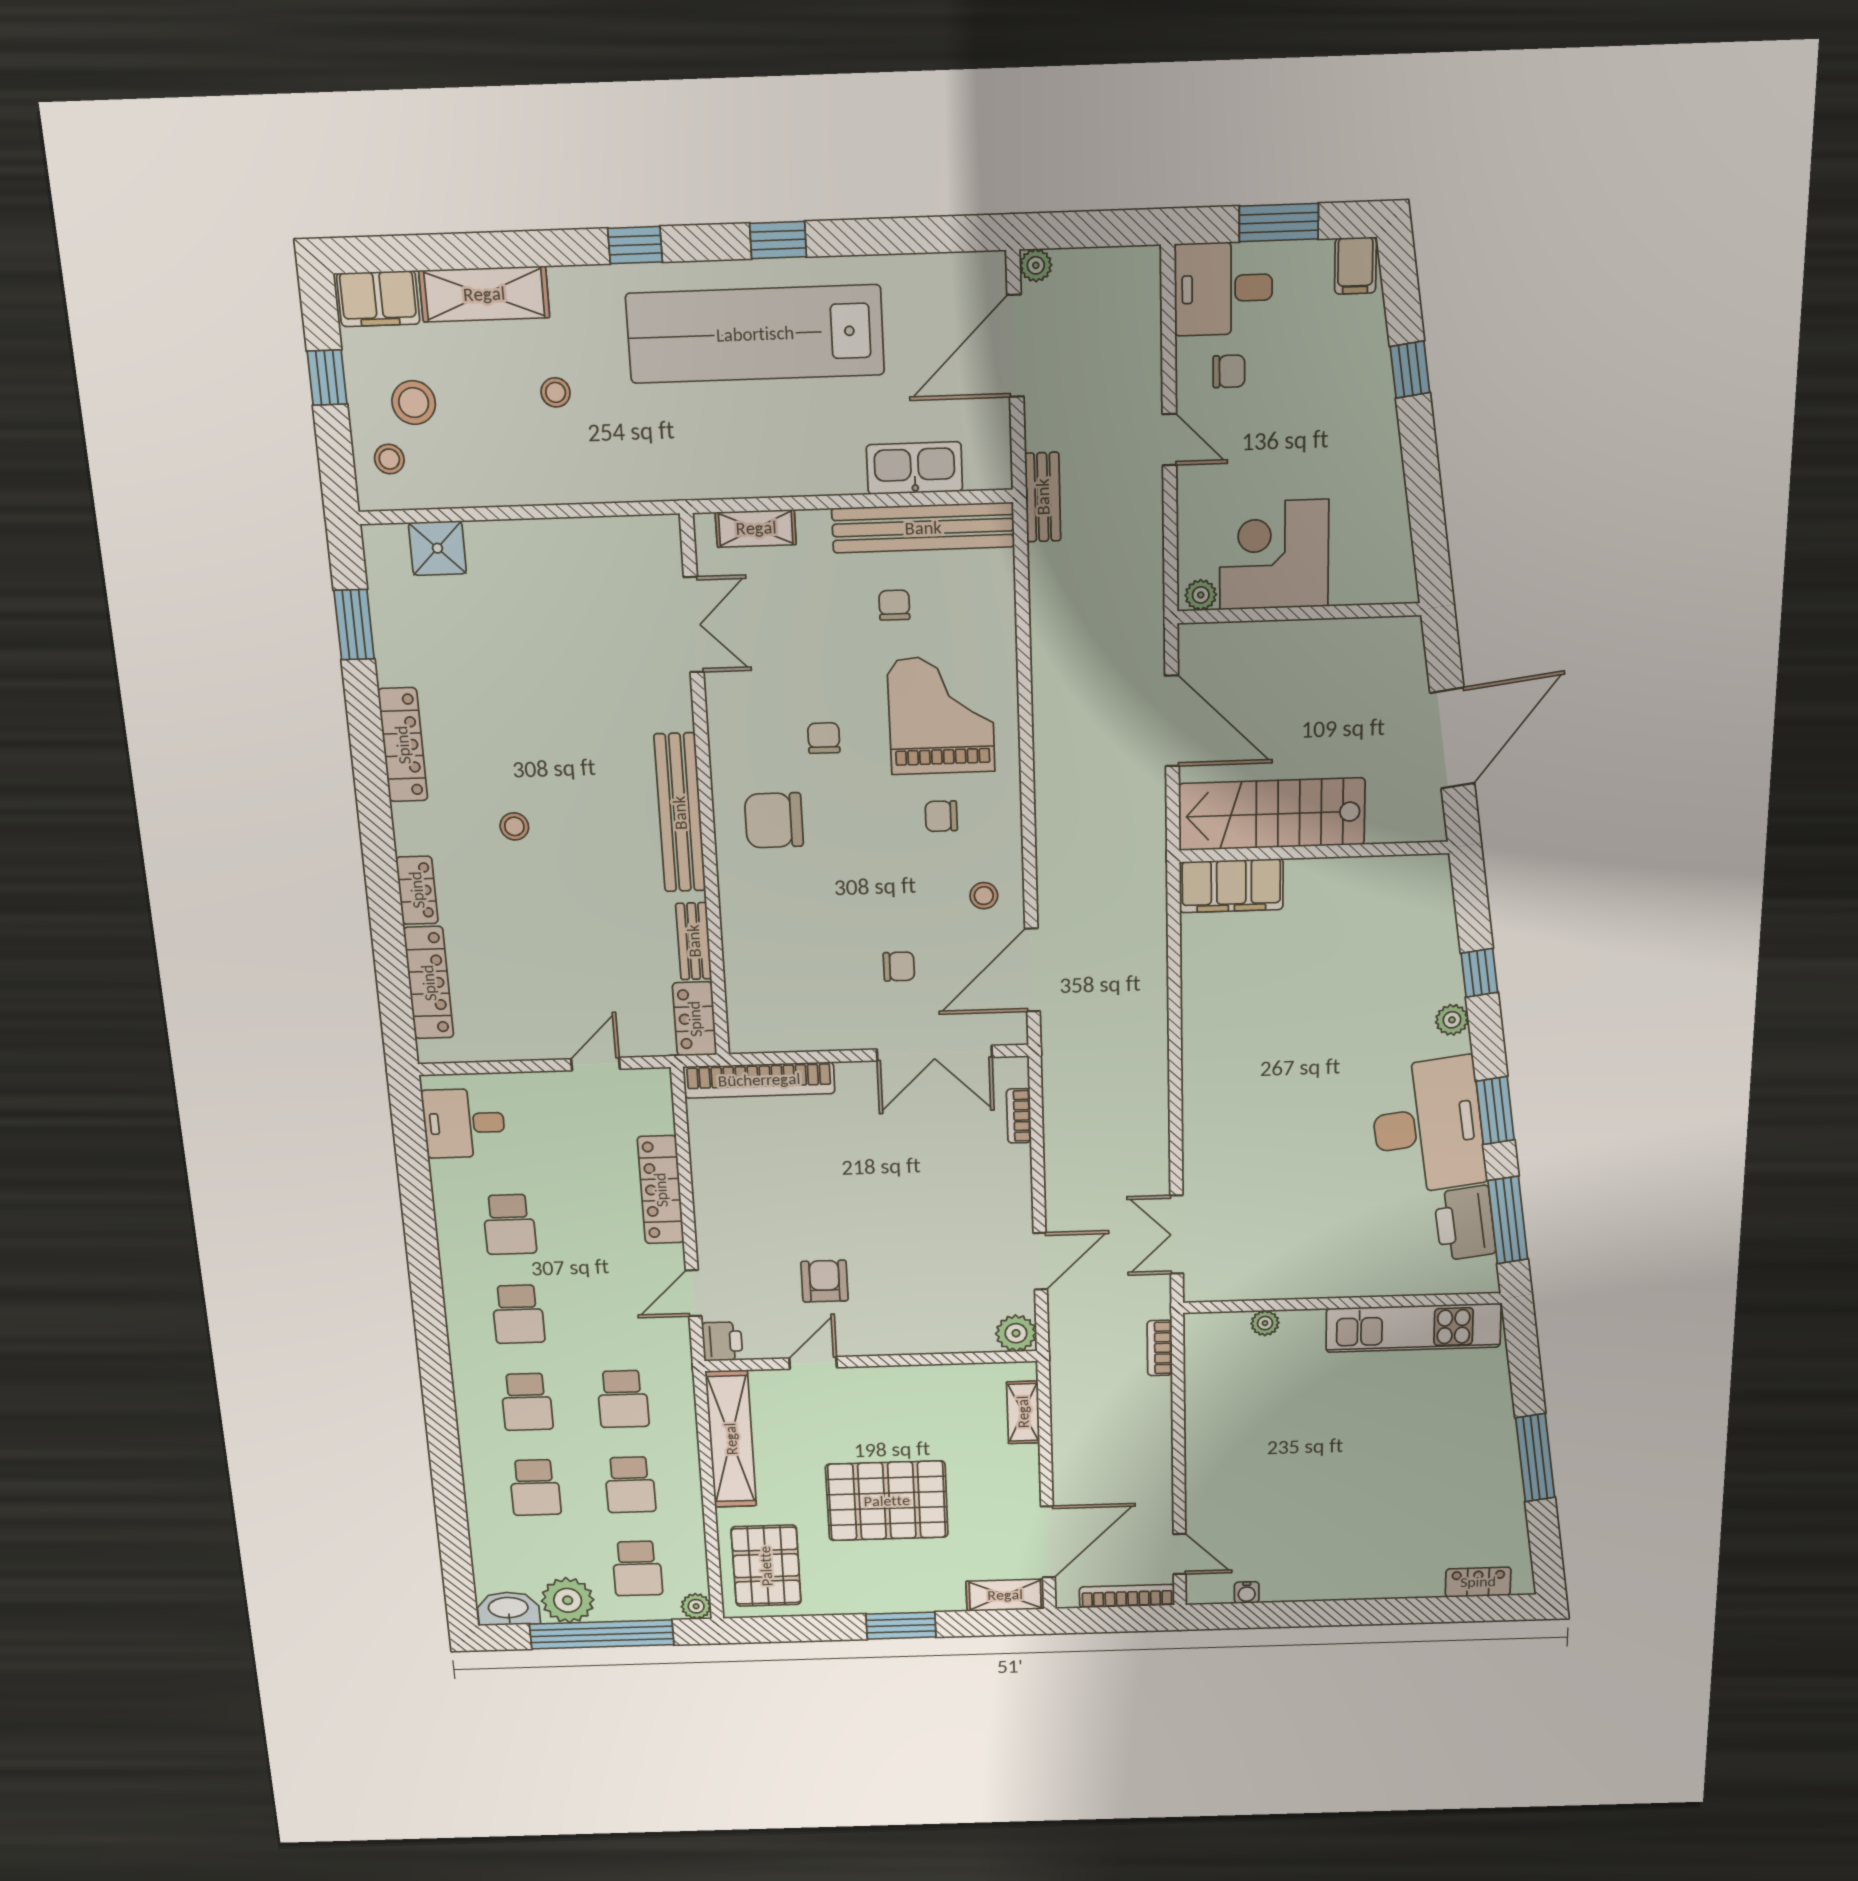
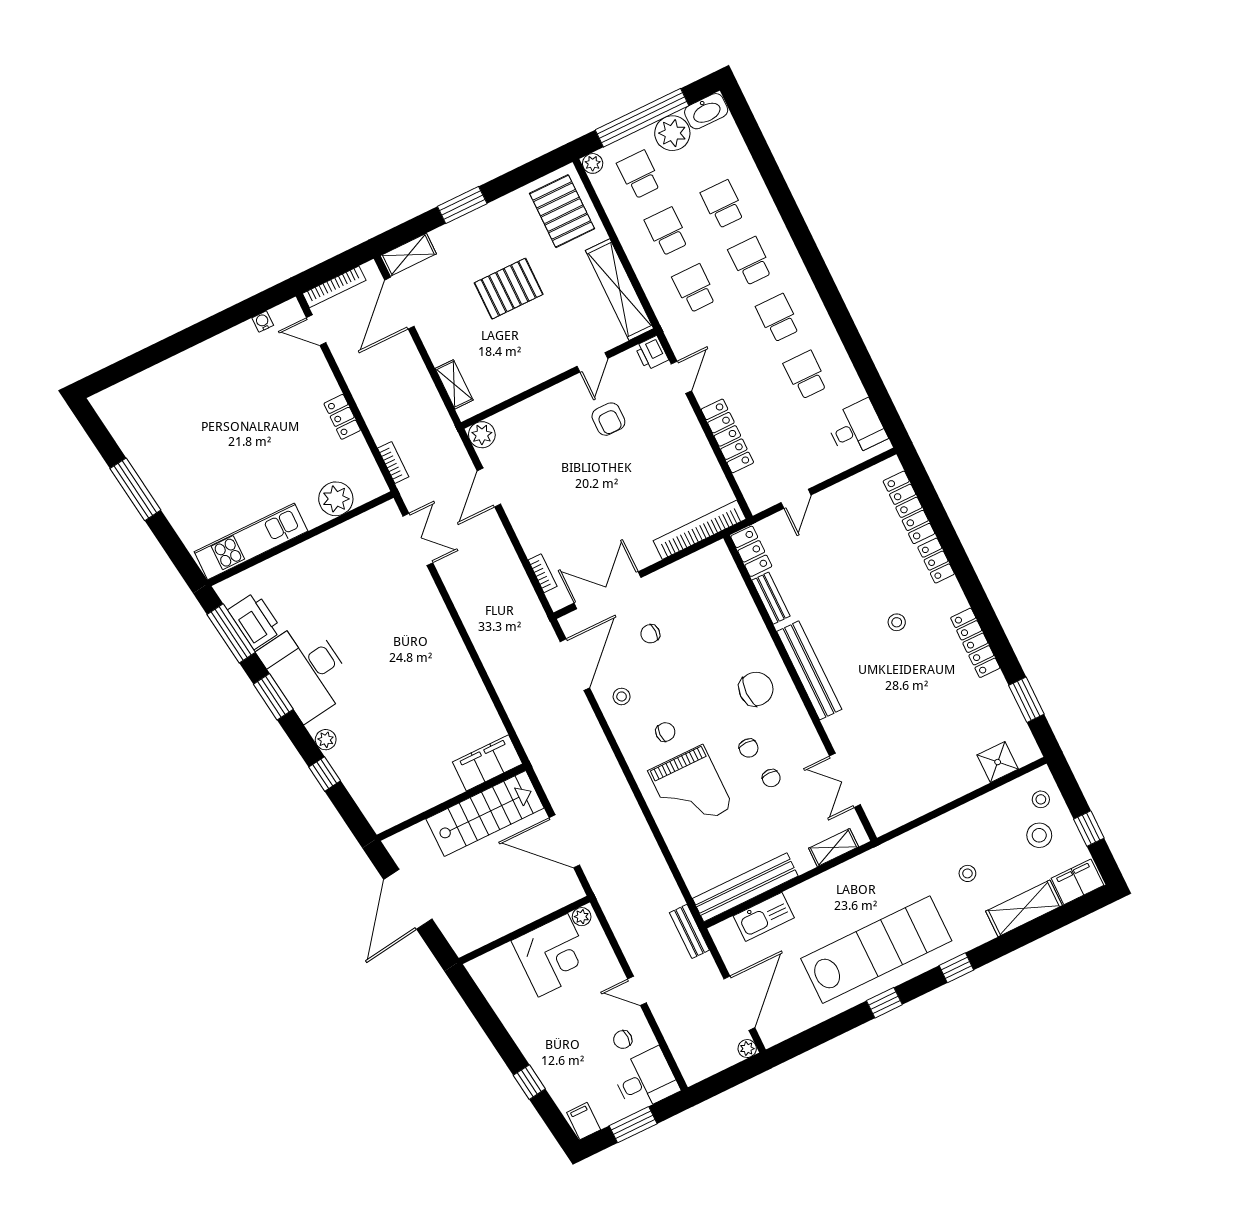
chair: (894, 605) -> (771, 778), moved
plant: (1265, 1323) -> (336, 499), width x1.88, depth x1.88
pallet: (887, 1501) -> (509, 289), width x0.73, depth x0.71
locker: (1478, 1582) -> (342, 417), moved, turned 90

